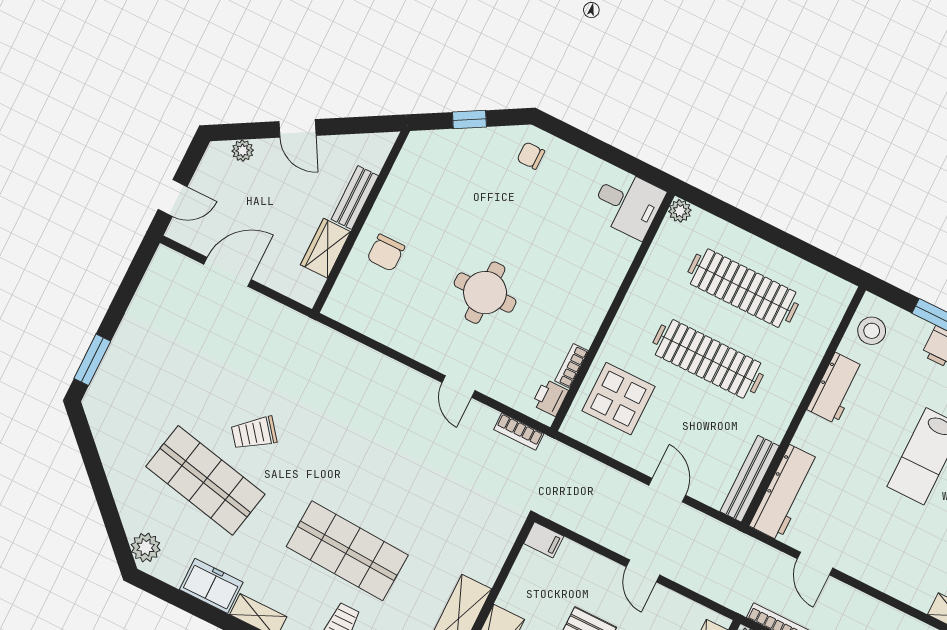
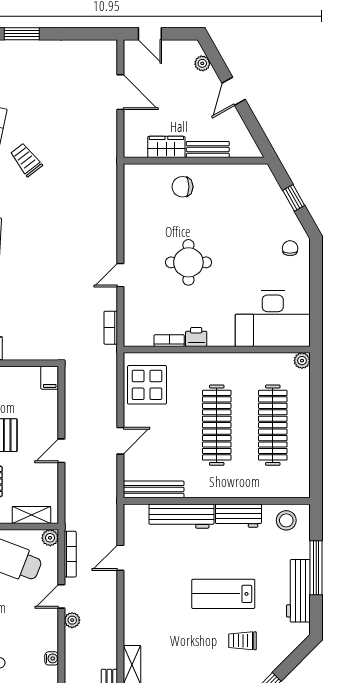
desk: (628, 204) -> (273, 319), width x1.87, depth x1.30
printer: (550, 398) -> (196, 337), moved
display table: (618, 399) -> (147, 385), moved
workbench: (785, 493) -> (182, 516), moved

